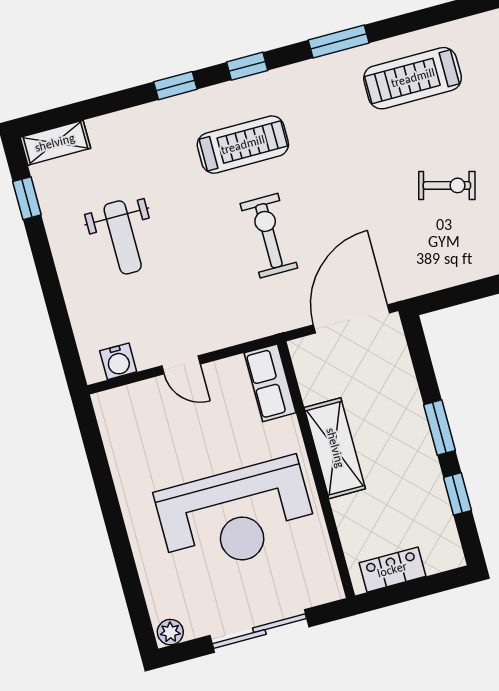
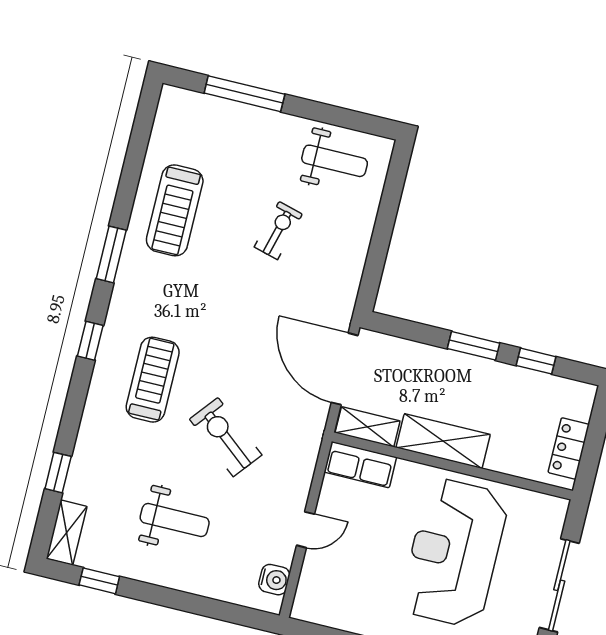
window: (175, 86) -> (58, 473), moved
exercise bike: (269, 236) -> (226, 437), moved, turned 39
shelving: (309, 370) -> (368, 427), added
reception desk: (236, 516) -> (454, 553), turned 180

